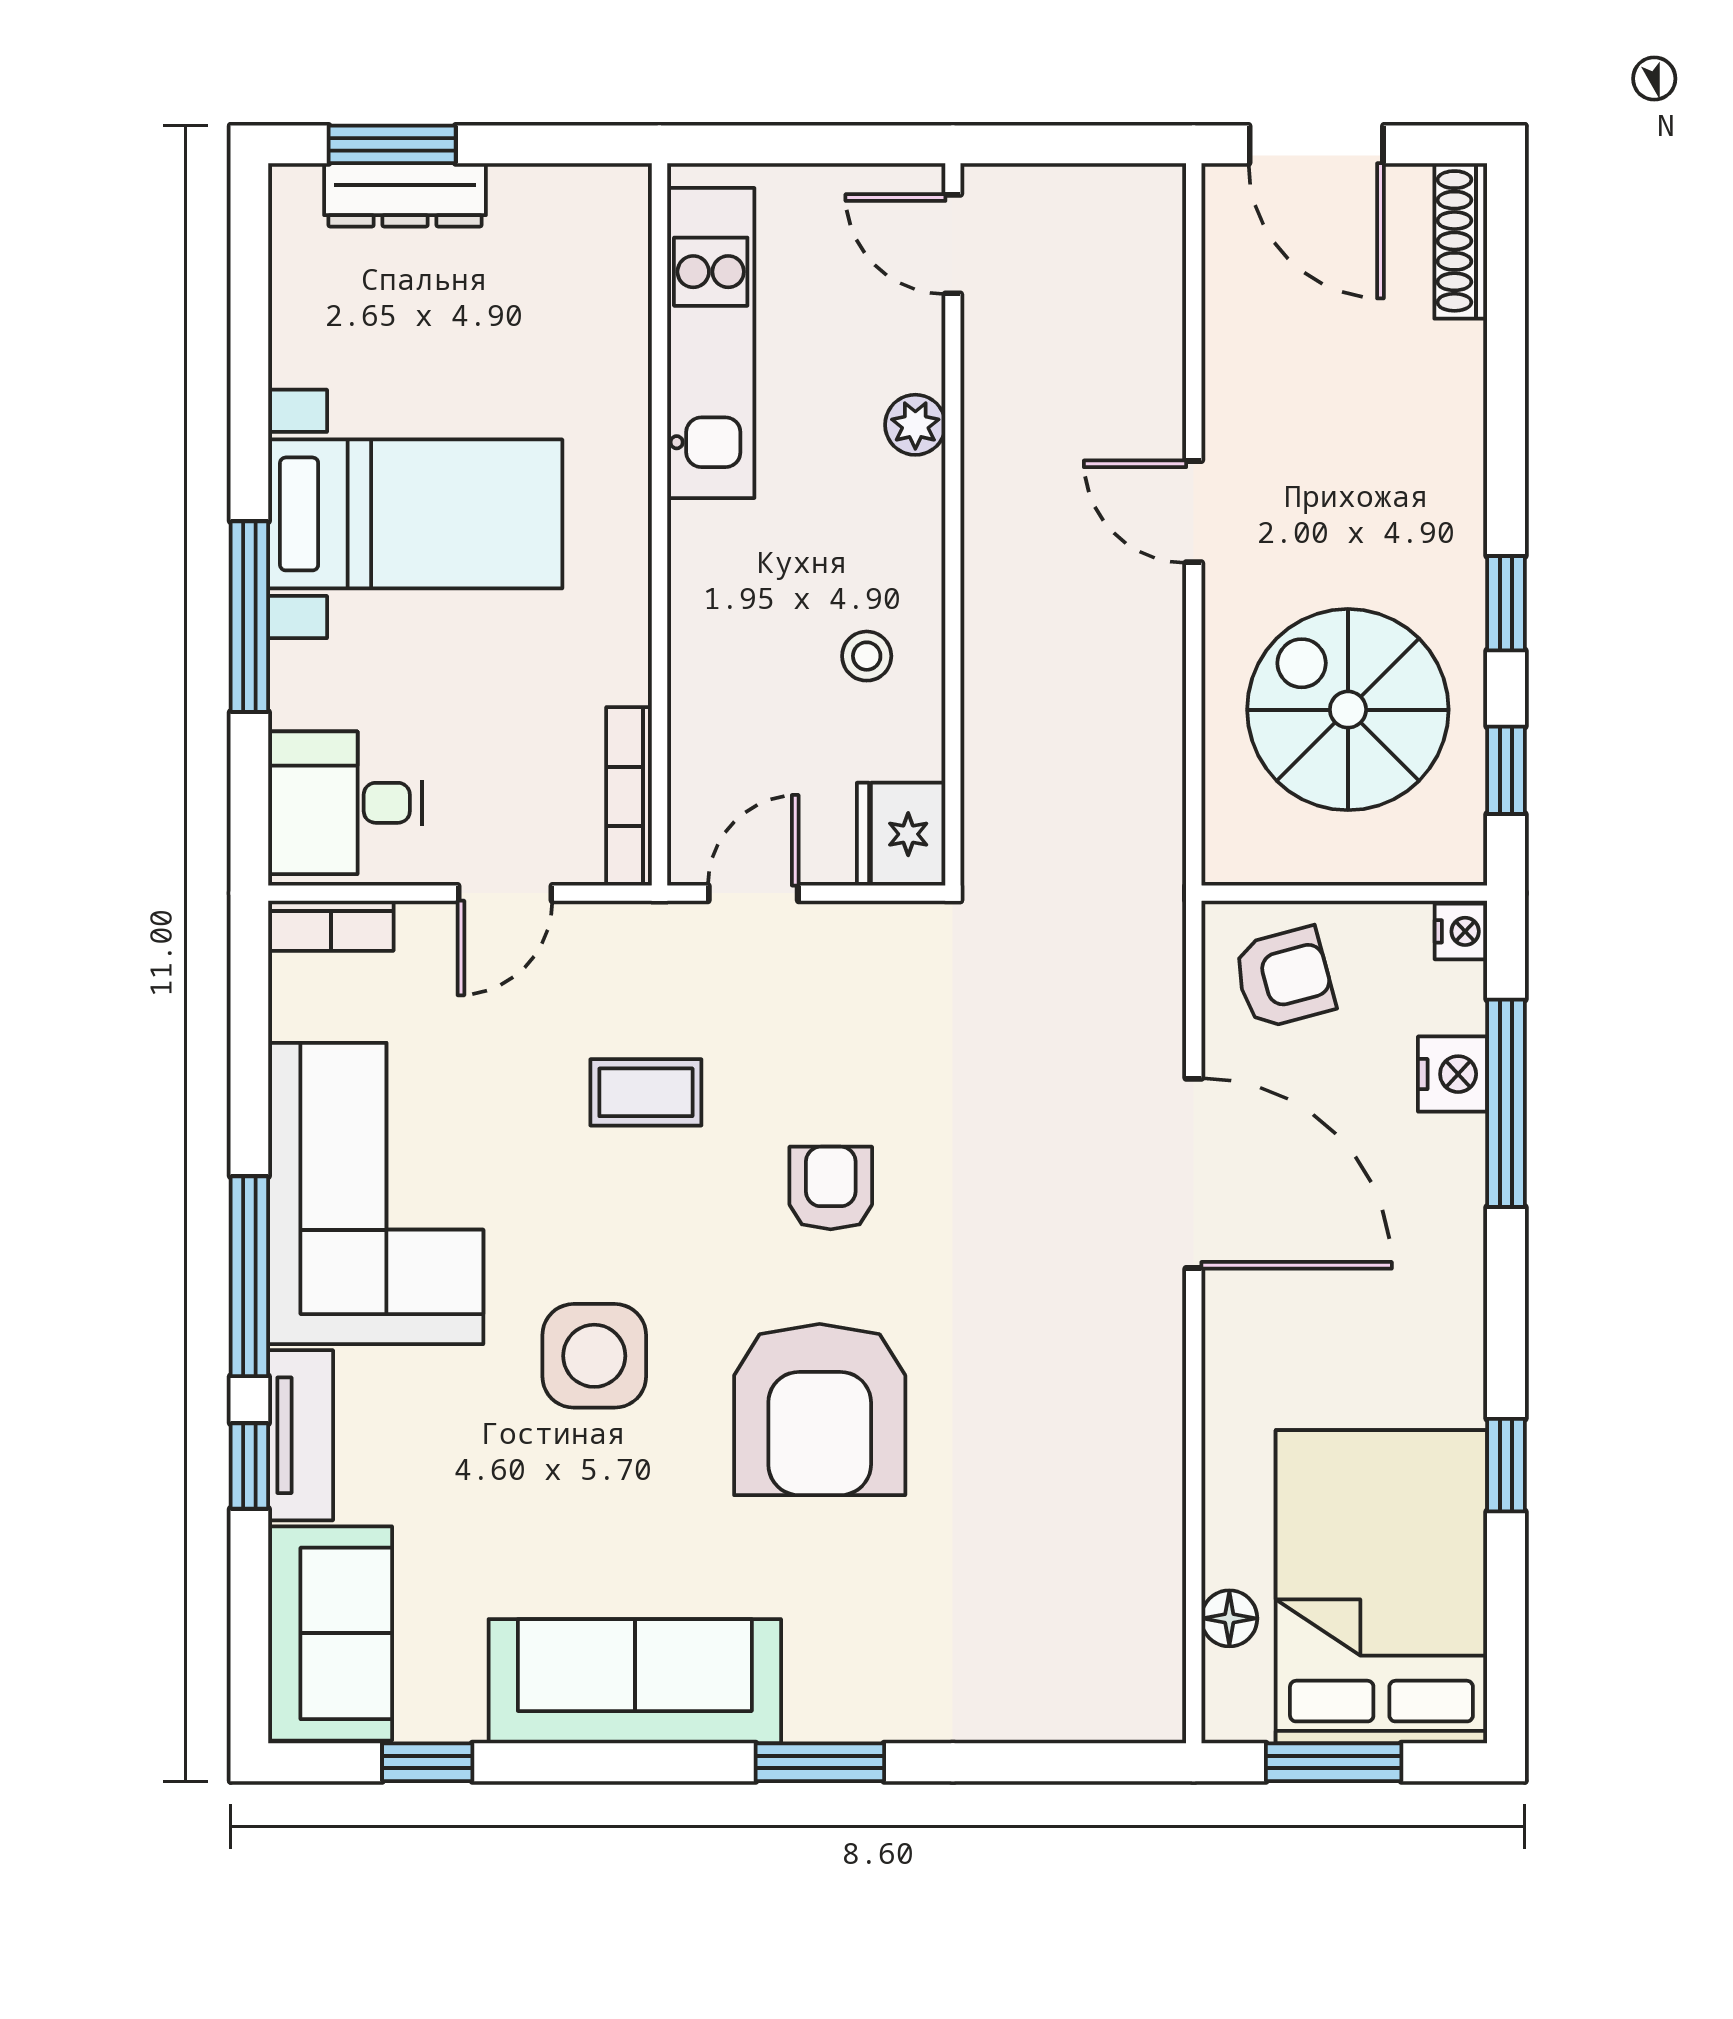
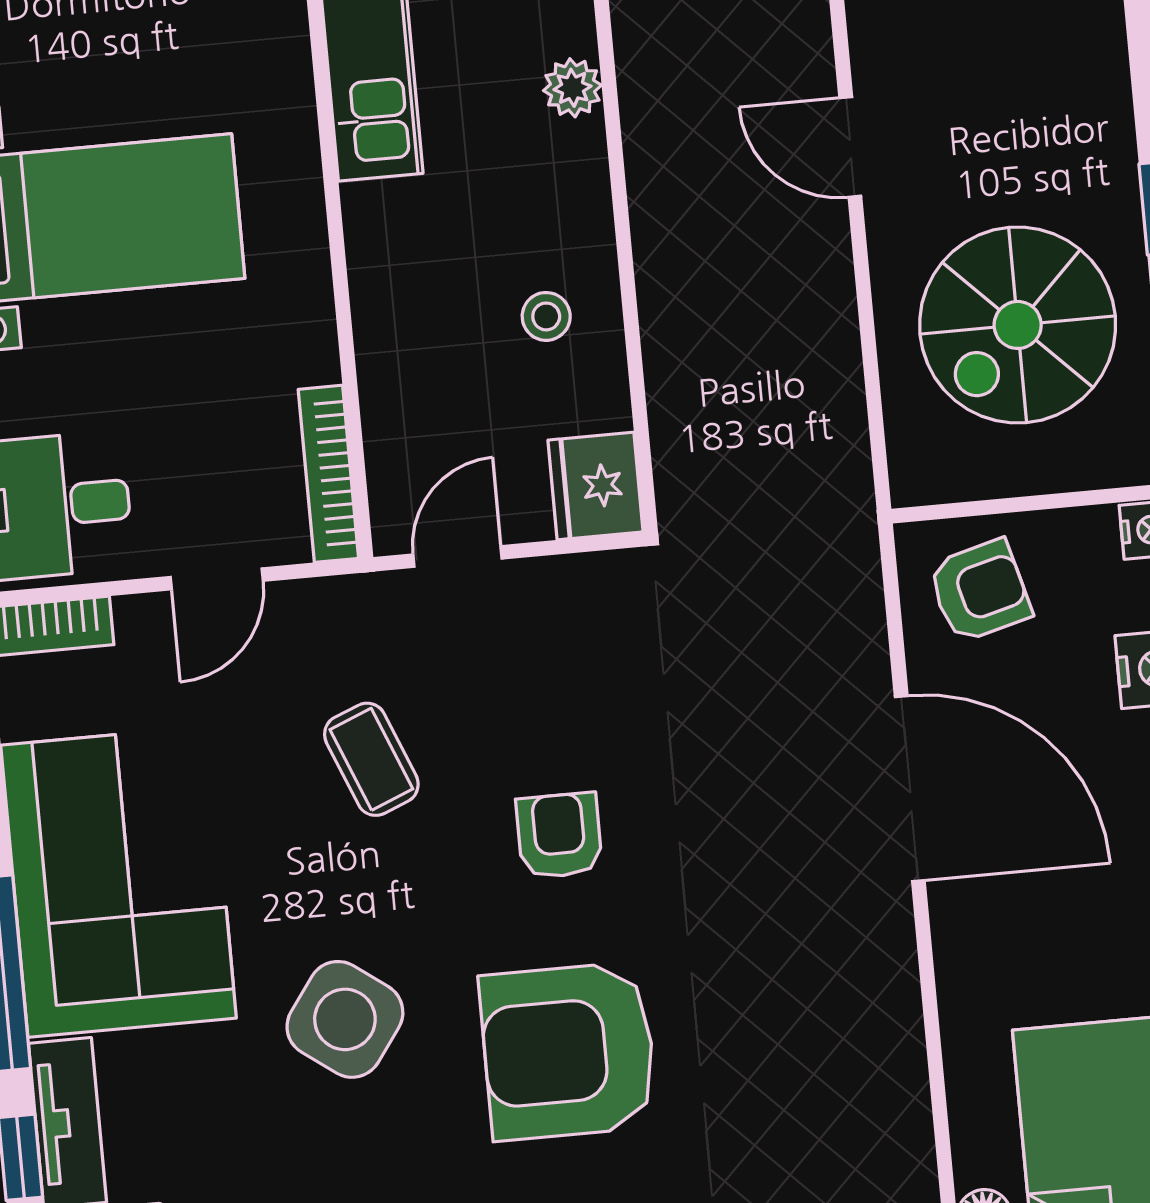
spiral stairs: (1348, 710) -> (1018, 325), turned -90
coffee table: (646, 1092) -> (371, 759), turned 68
side table: (594, 1356) -> (345, 1019), turned 36
armchair: (820, 1410) -> (568, 1051), turned 90

